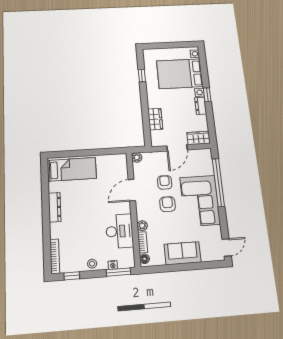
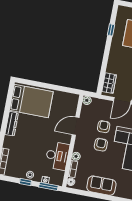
wardrobe: (155, 119) -> (109, 83), moved
bed: (72, 169) -> (31, 101), width x1.50
window: (72, 276) -> (25, 182), moved

